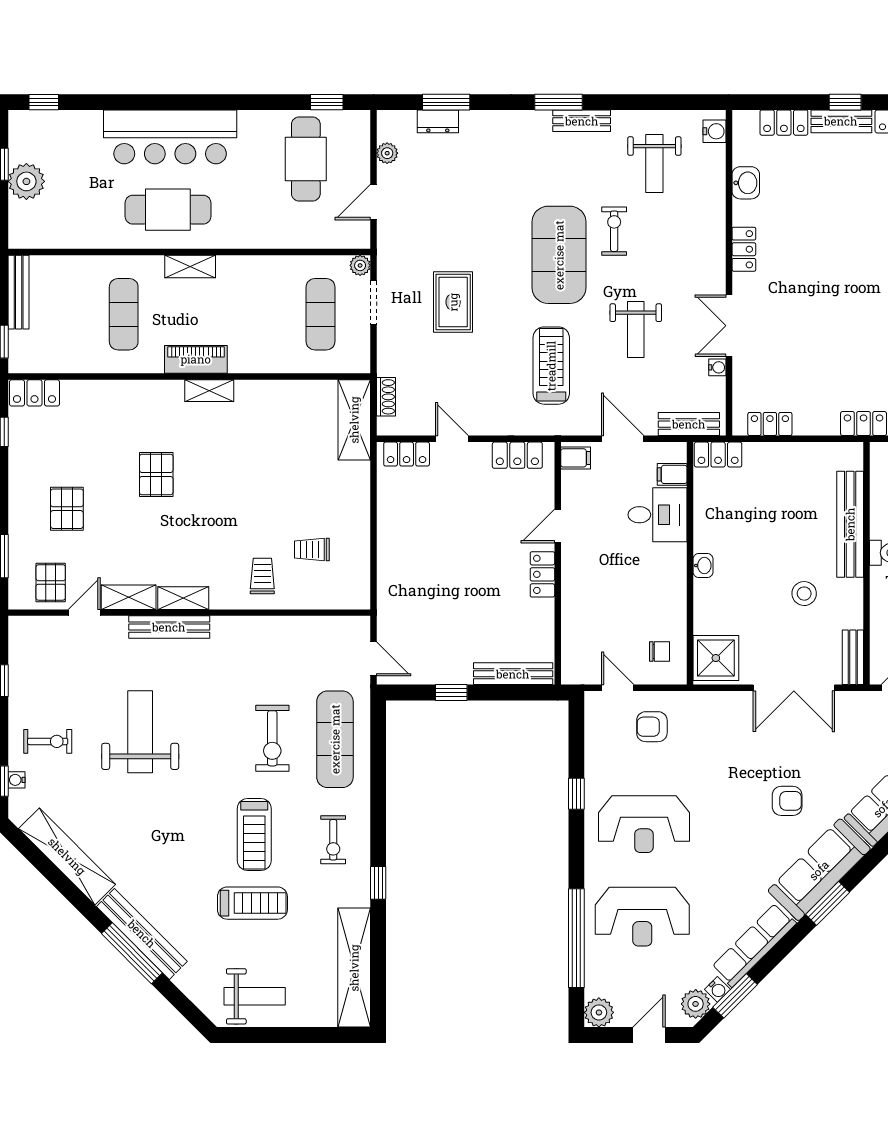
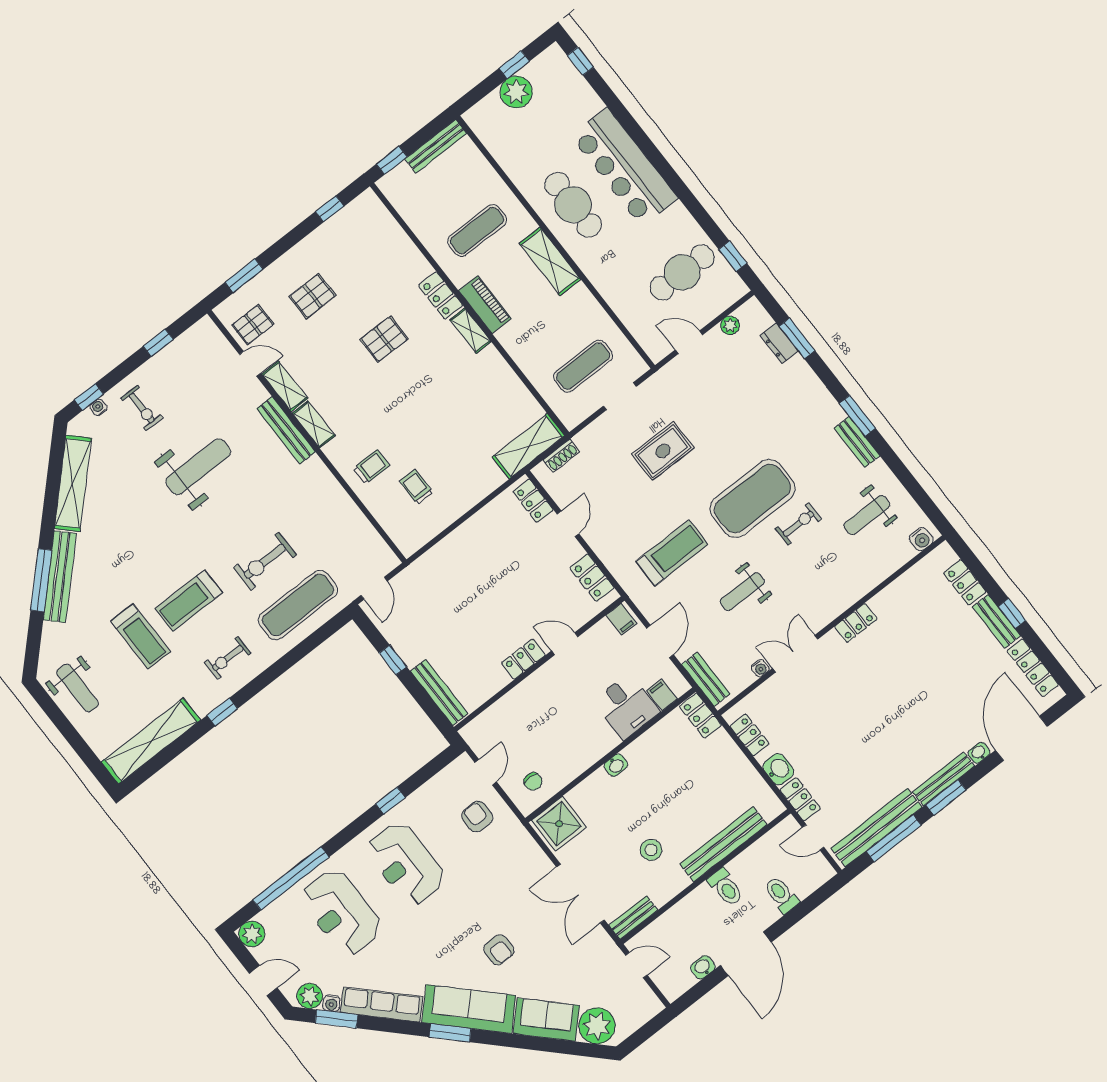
washbasin: (746, 183) -> (778, 769), moved, turned -90
plant: (360, 265) -> (638, 367), removed
shelving: (190, 267) -> (550, 261), width x1.50, depth x1.33
locker: (34, 393) -> (441, 295), moved

